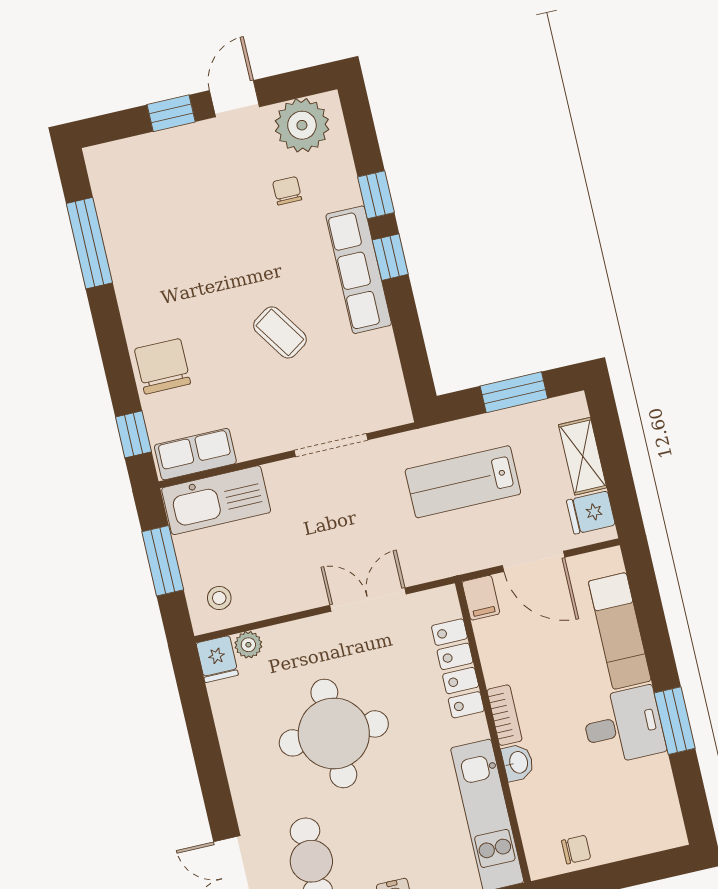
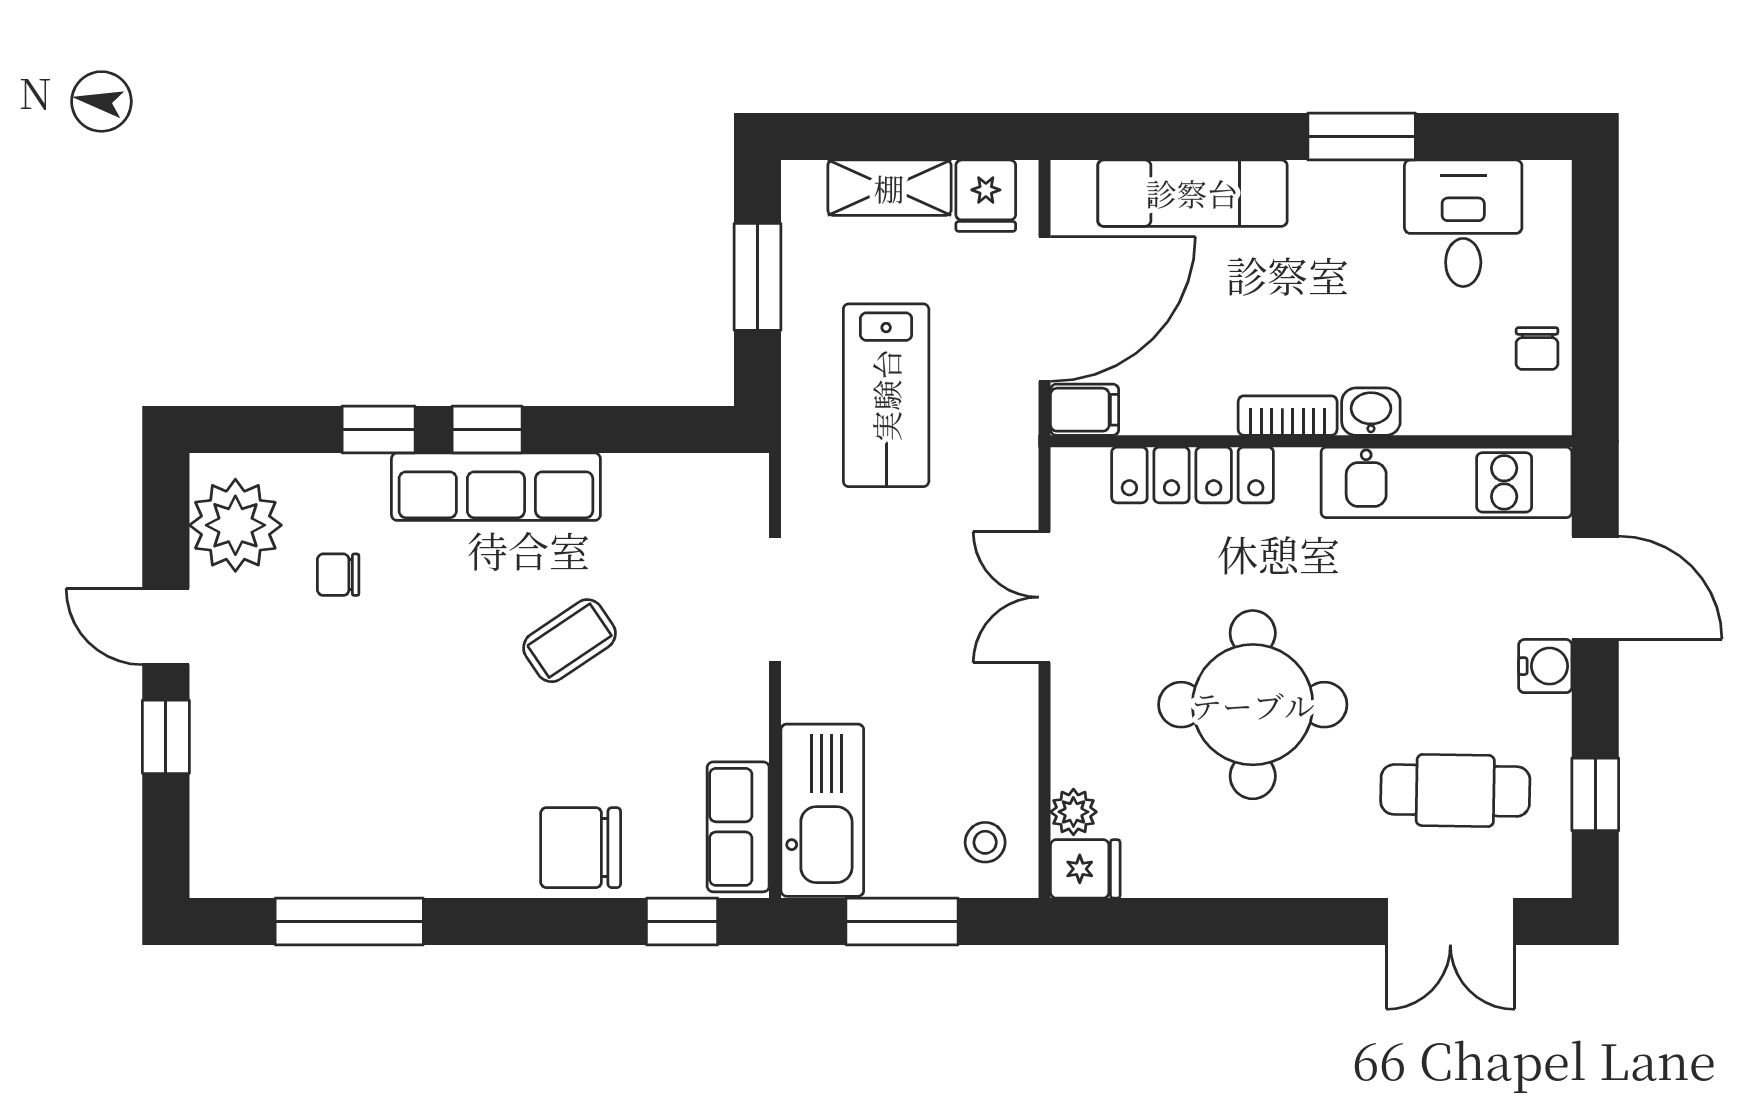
door: (534, 561) -> (1045, 309), width x1.36
desk: (623, 726) -> (1463, 223), moved
chair: (576, 850) -> (1537, 349), turned 180

